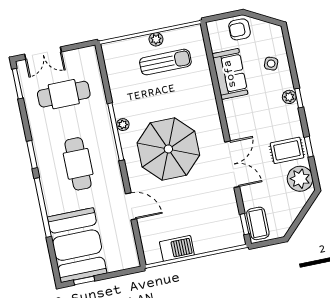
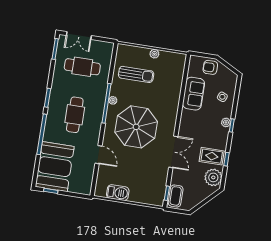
sun lounger: (165, 62) -> (136, 74), moved

